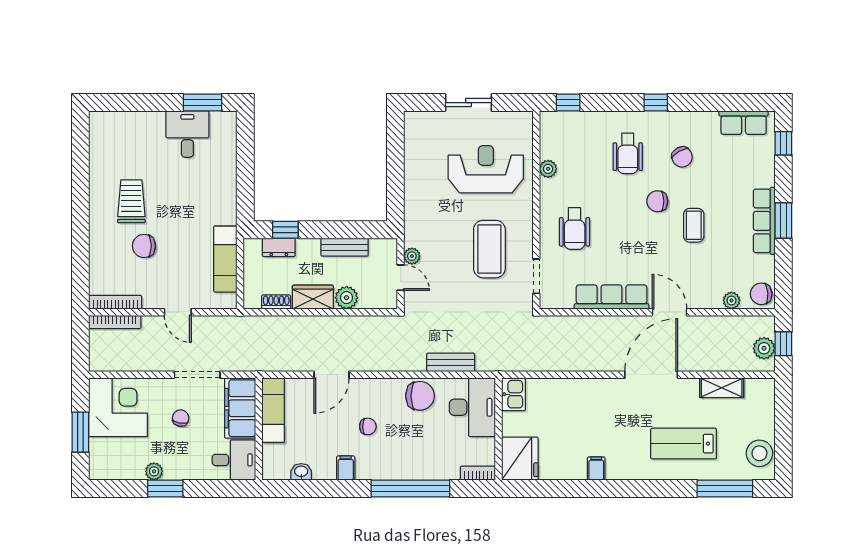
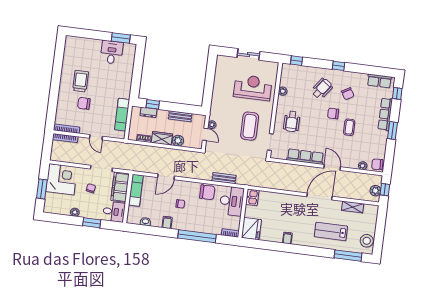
wheelchair: (628, 153) -> (322, 89), turned -144
row of seats: (764, 221) -> (385, 114), moved
window: (165, 488) -> (92, 223), moved

